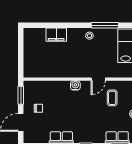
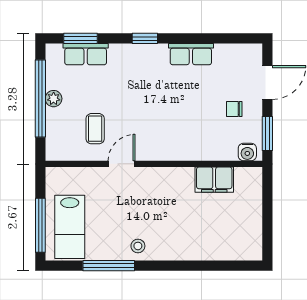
filing cabinet: (56, 35) -> (214, 180), moved, turned 180
water cooler: (75, 85) -> (247, 152), moved

